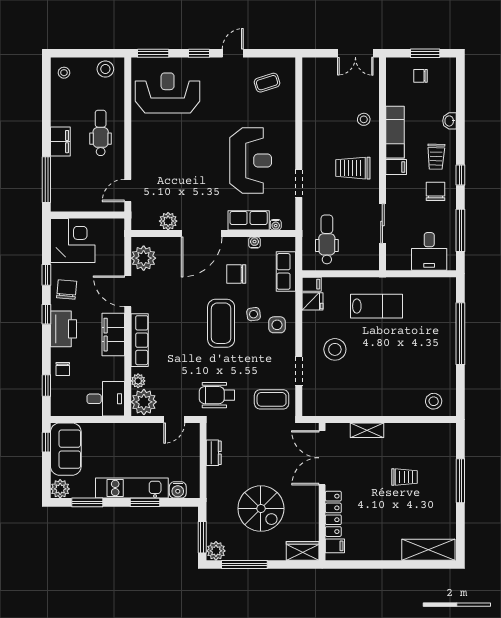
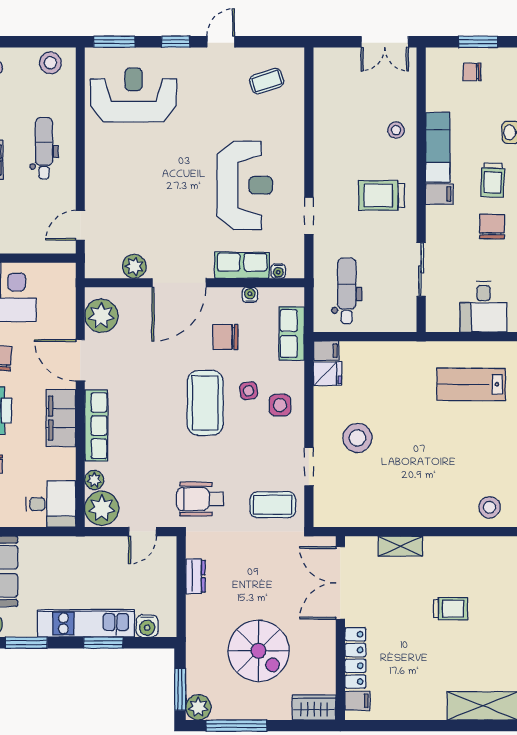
lab bench: (376, 306) -> (471, 384), moved, turned 180

